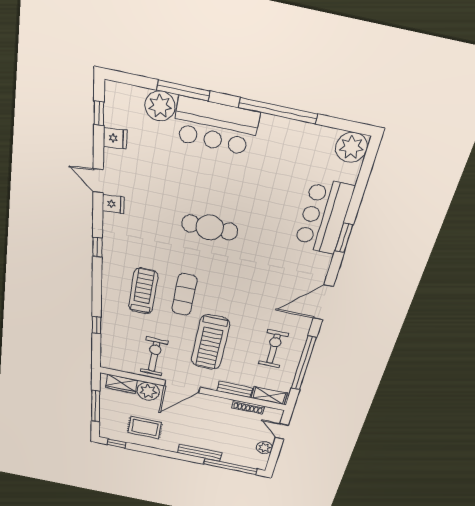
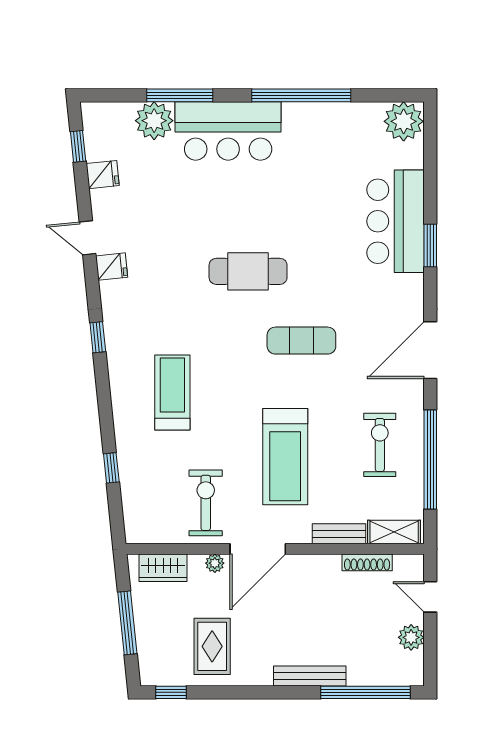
exercise mat: (184, 294) -> (301, 341), moved, turned 90
plant: (148, 391) -> (215, 563), width x0.53, depth x0.53
rug: (145, 428) -> (212, 646), turned 90

